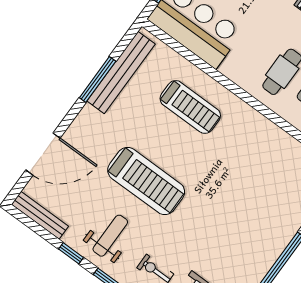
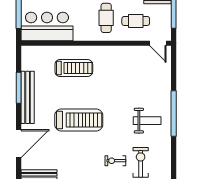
bench: (121, 72) -> (28, 97), moved
weight bench: (110, 236) -> (147, 121), moved, turned 90

